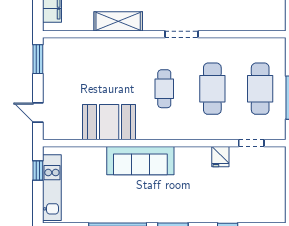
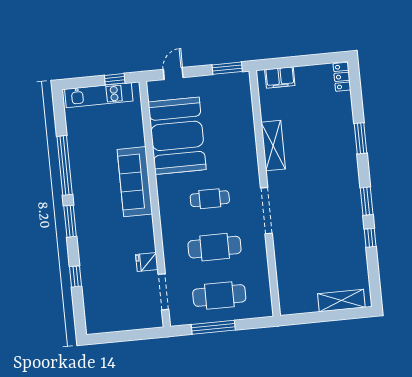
doorway: (181, 34) -> (266, 211), width x1.36
booth: (109, 122) -> (177, 136), width x1.36, depth x1.42
doorway: (251, 143) -> (163, 292), width x1.38

